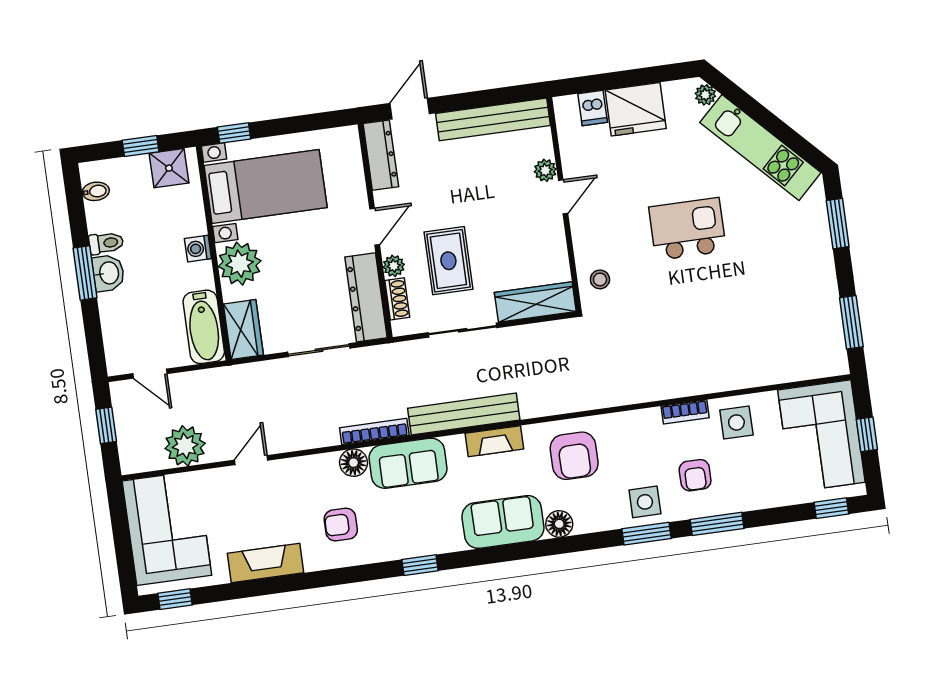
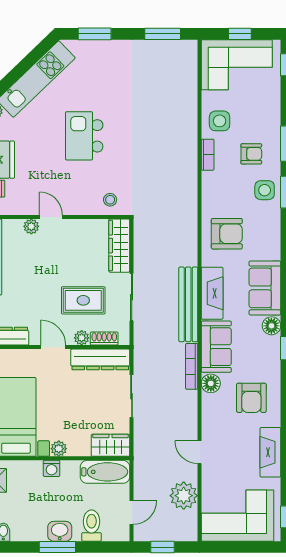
toilet: (106, 243) -> (91, 526), moved, width x1.37, depth x1.39
plant: (240, 264) -> (59, 449), width x0.53, depth x0.53
fireplace: (494, 441) -> (212, 293), width x1.37, depth x1.32
floor lamp: (559, 524) -> (271, 326), moved
armchair: (341, 525) -> (251, 398), width x1.38, depth x1.38

